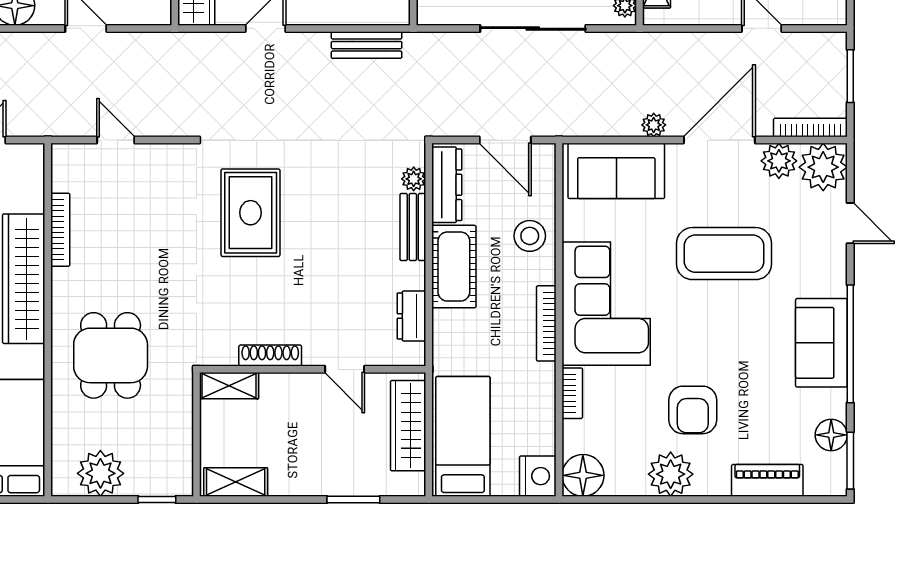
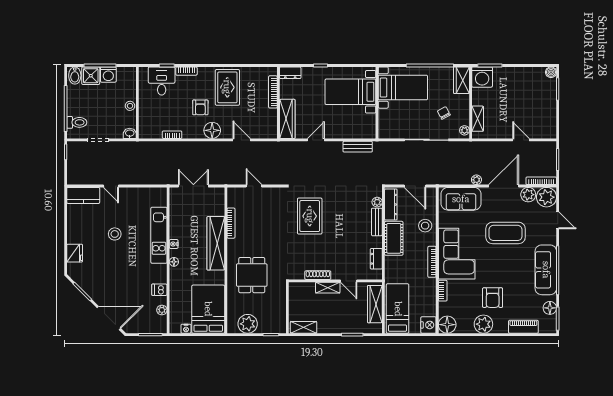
sofa: (821, 343) -> (546, 270), width x1.36
shelving: (229, 386) -> (328, 288), moved

